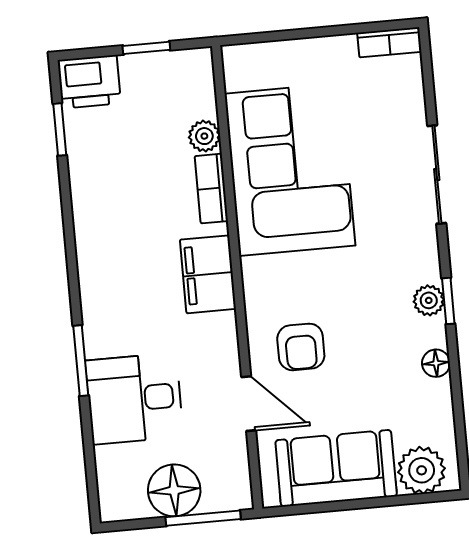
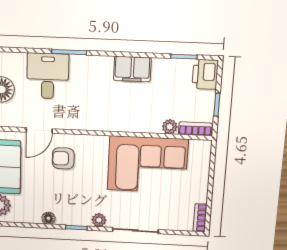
bookcase: (211, 189) -> (195, 129), moved
filing cabinet: (208, 274) -> (132, 69), moved, turned 180
plant: (429, 300) -> (99, 220), moved

